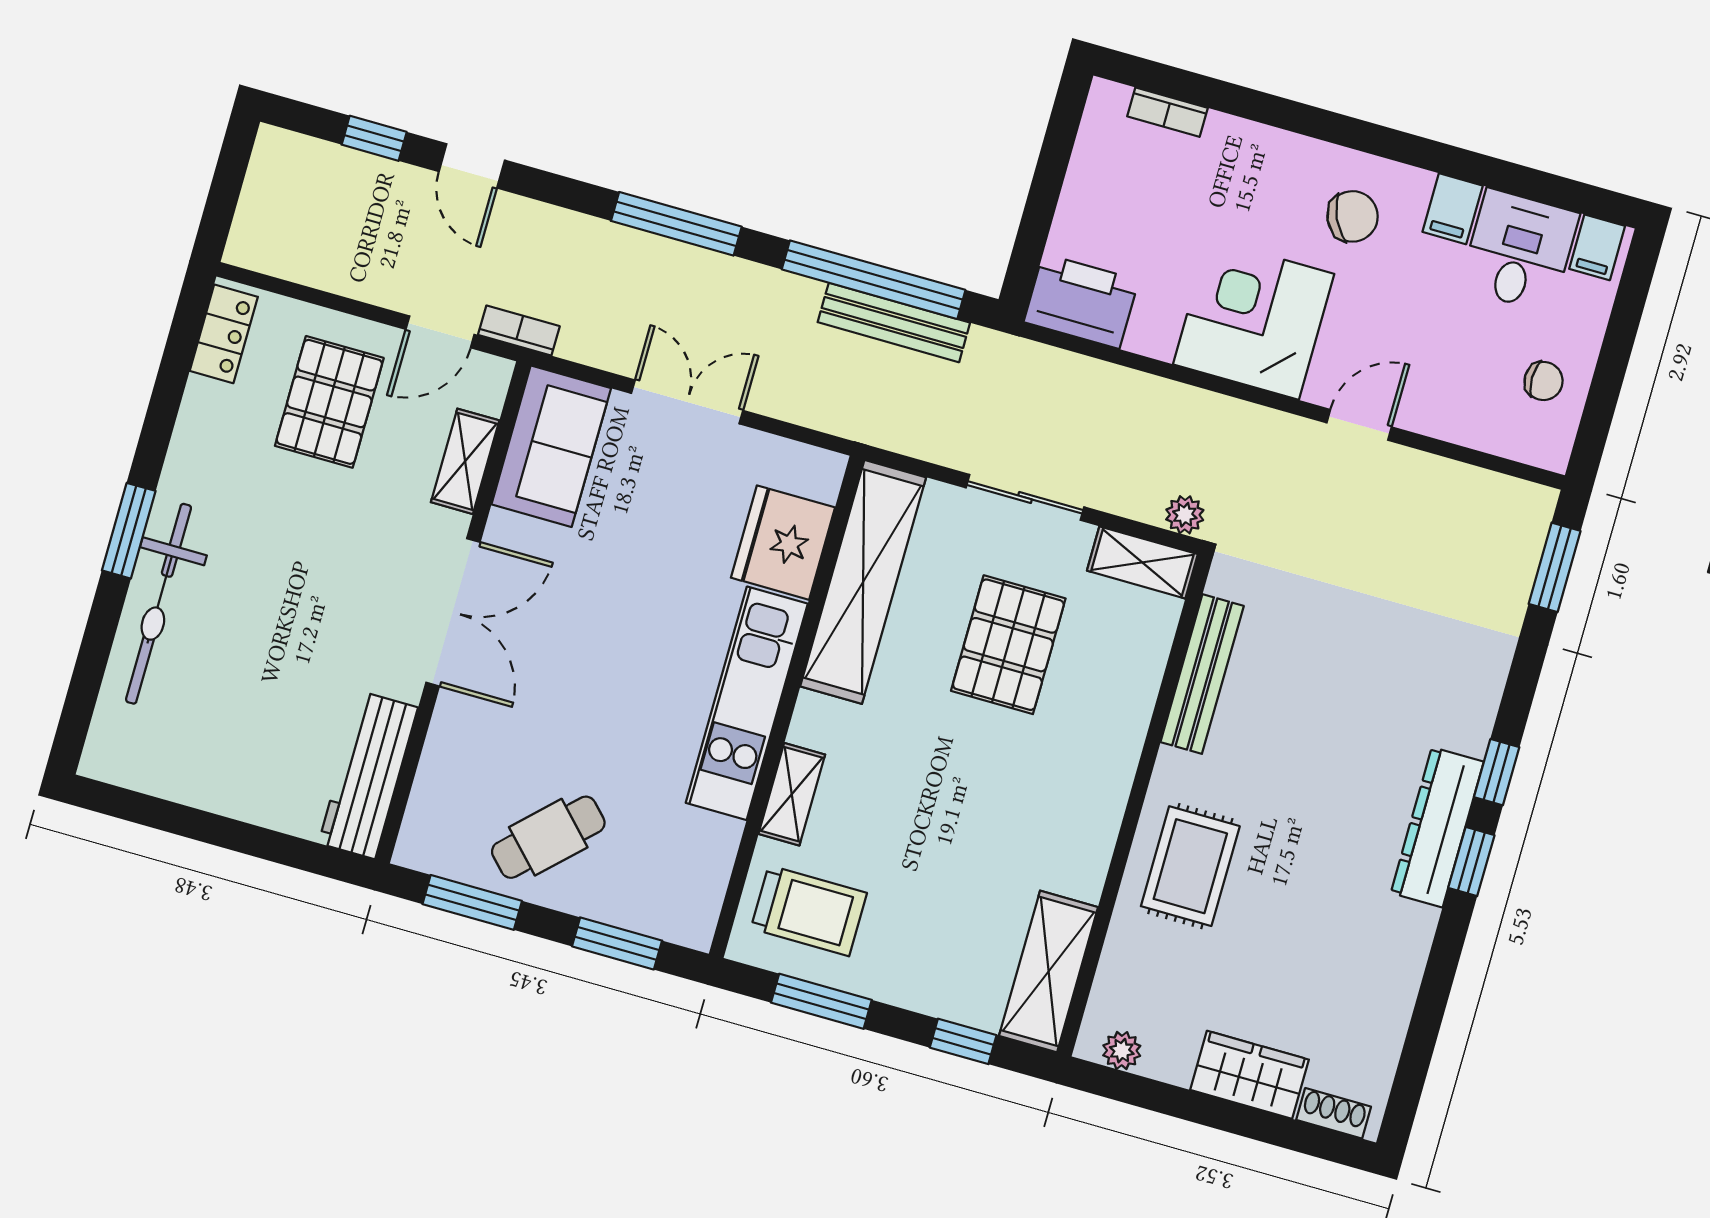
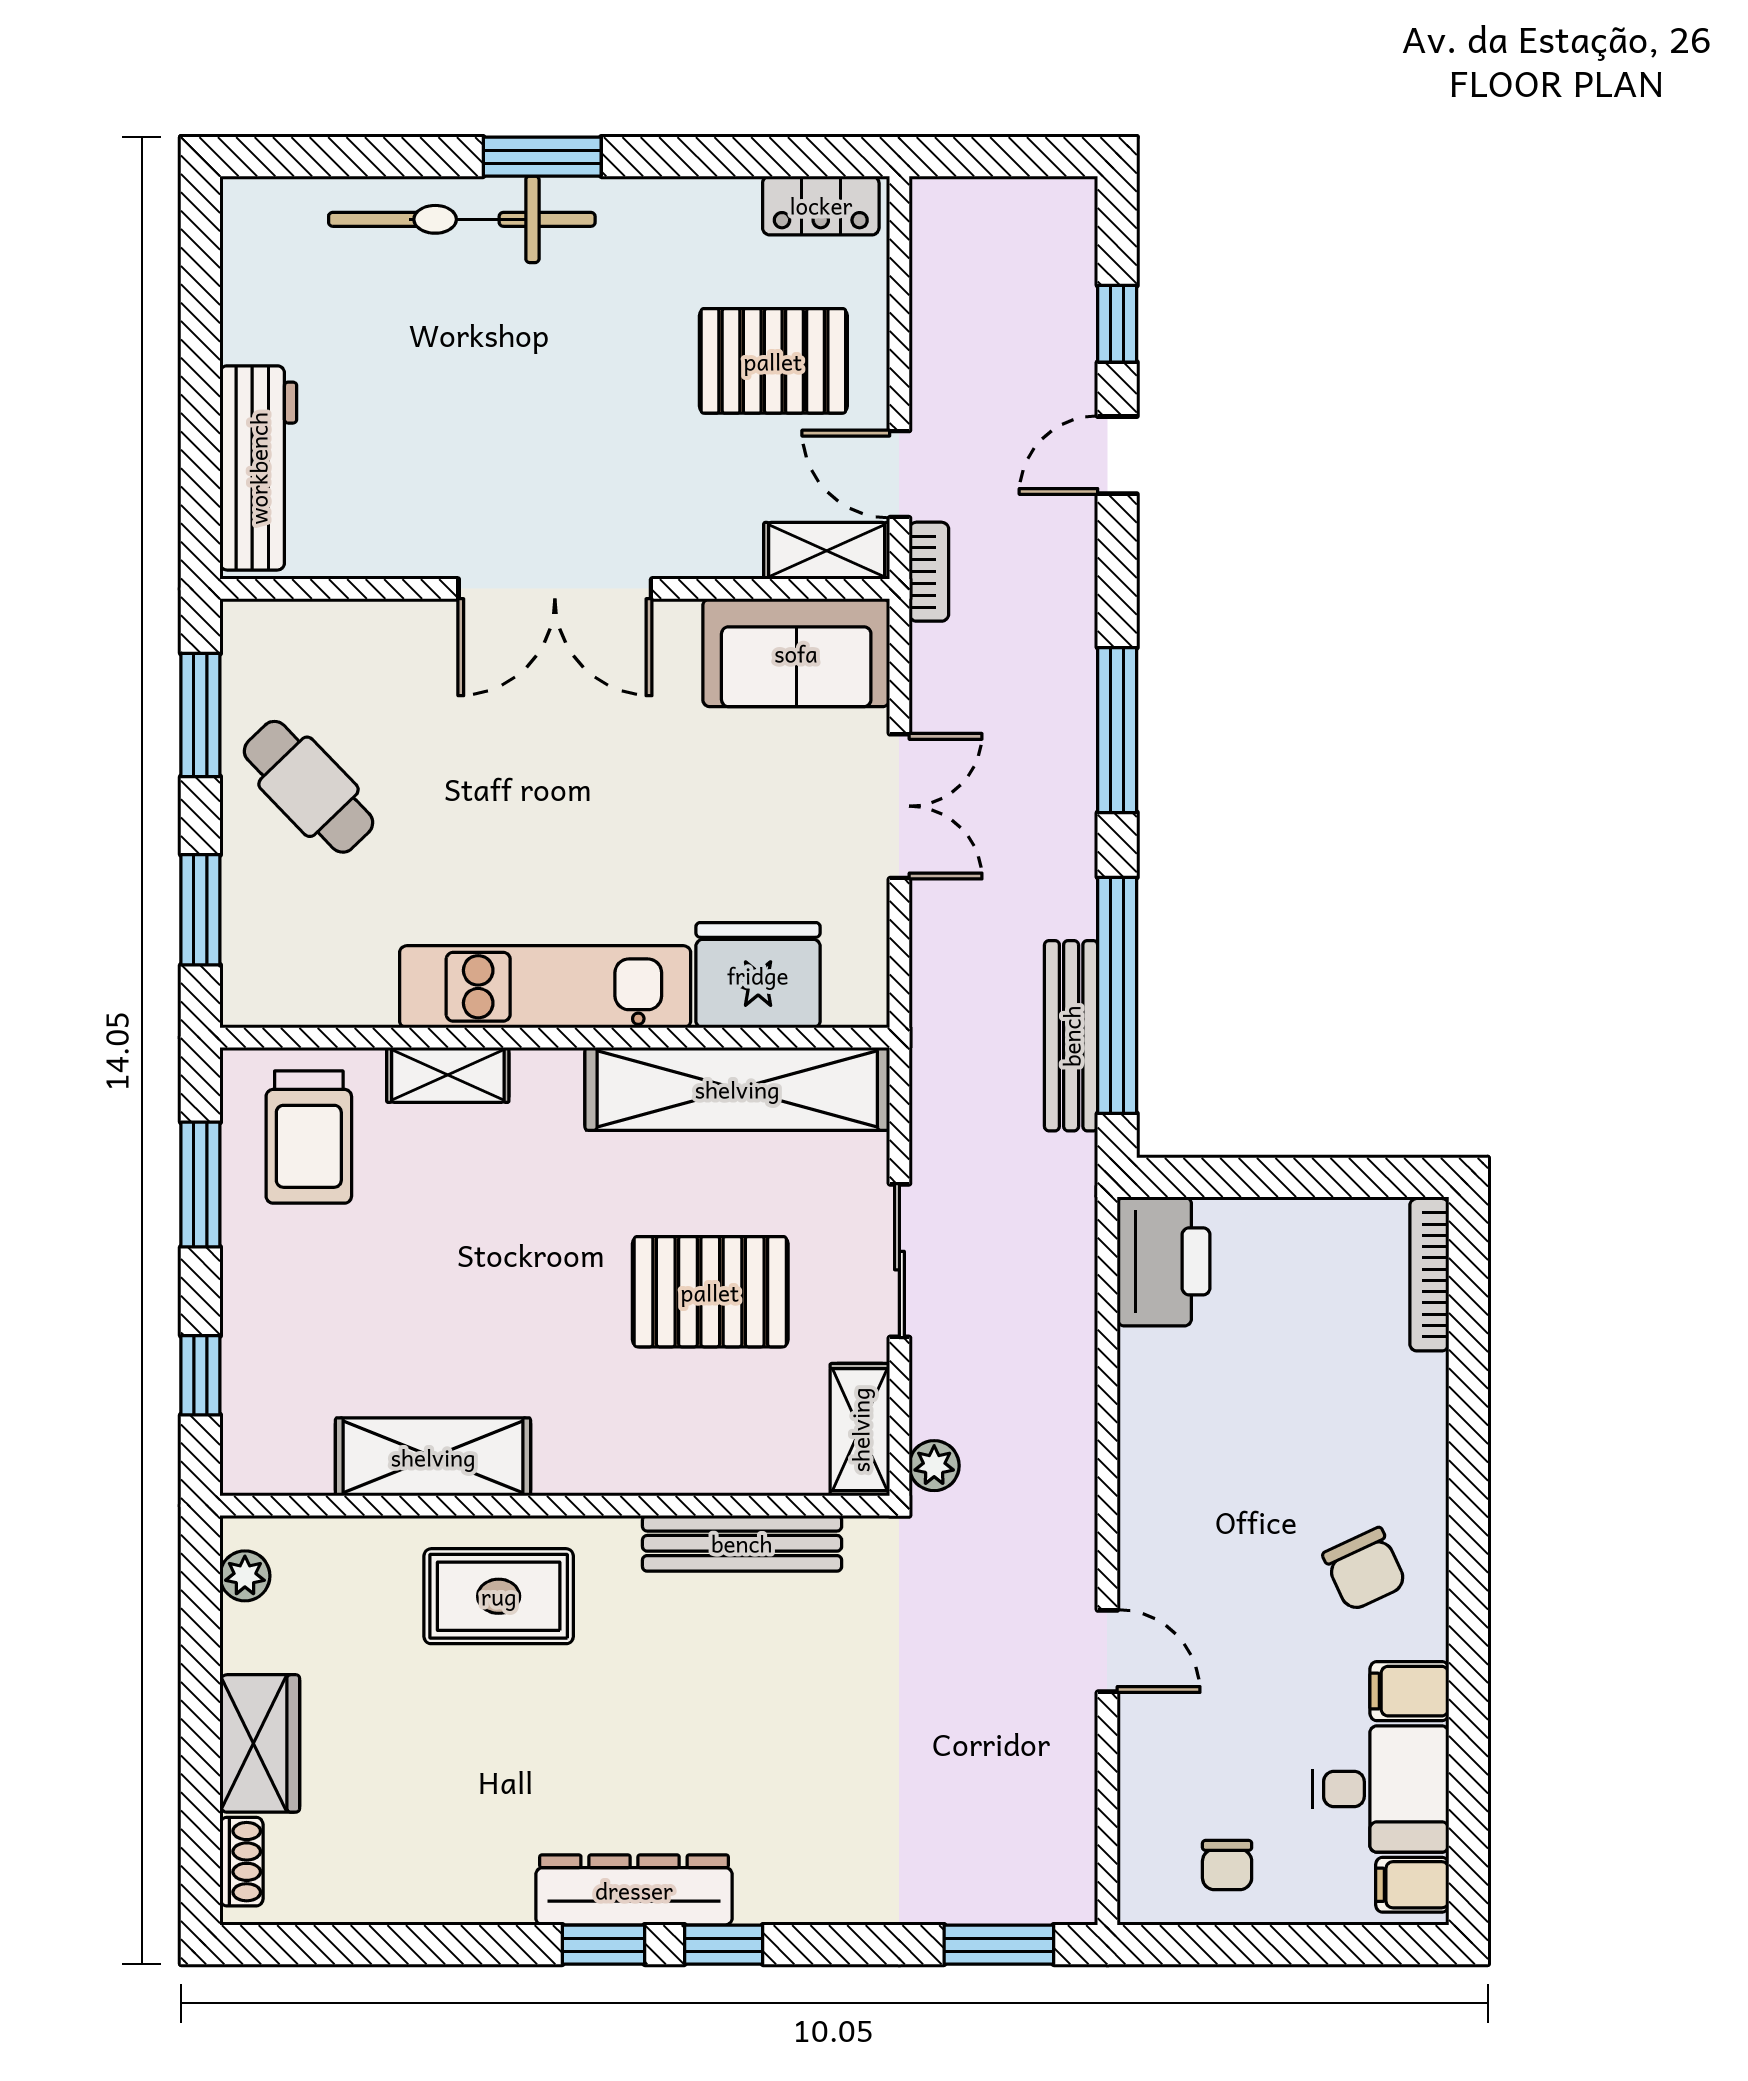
bookcase: (1167, 112) -> (1429, 1275), width x1.56
corner desk: (1254, 319) -> (1202, 1482), removed
shelving: (465, 461) -> (827, 551), moved
workbench: (368, 775) -> (258, 468), moved, turned 90
shelving: (1049, 971) -> (433, 1457), moved

